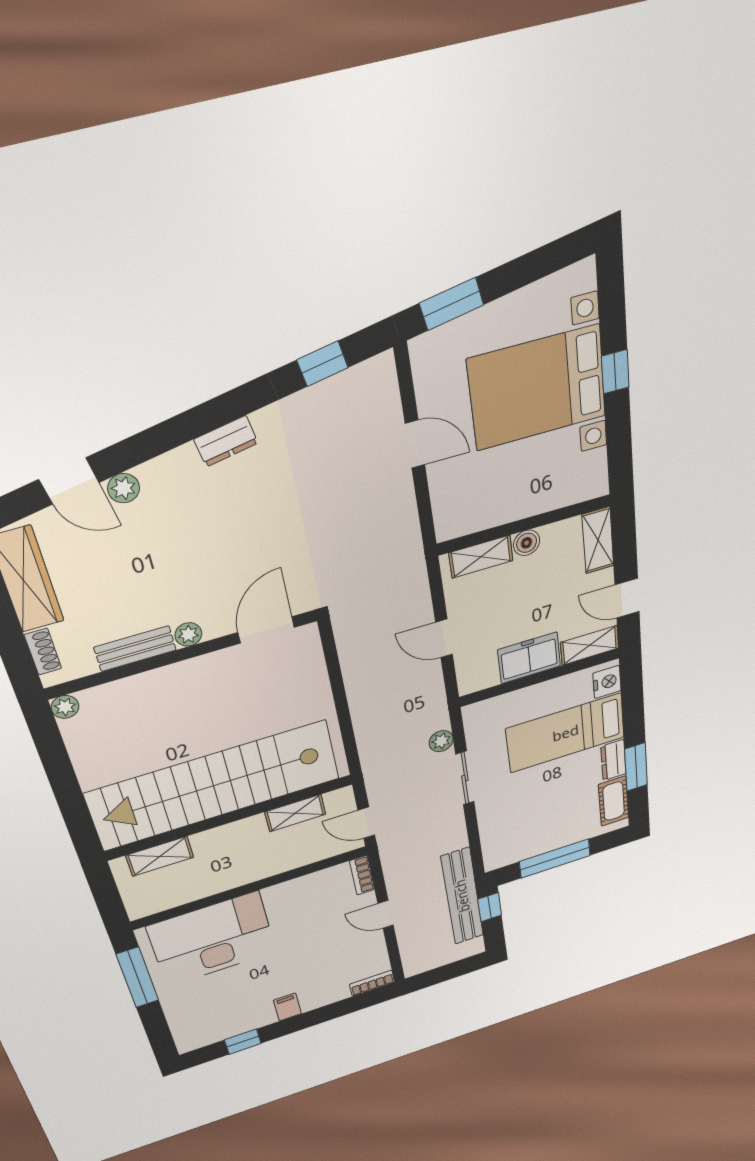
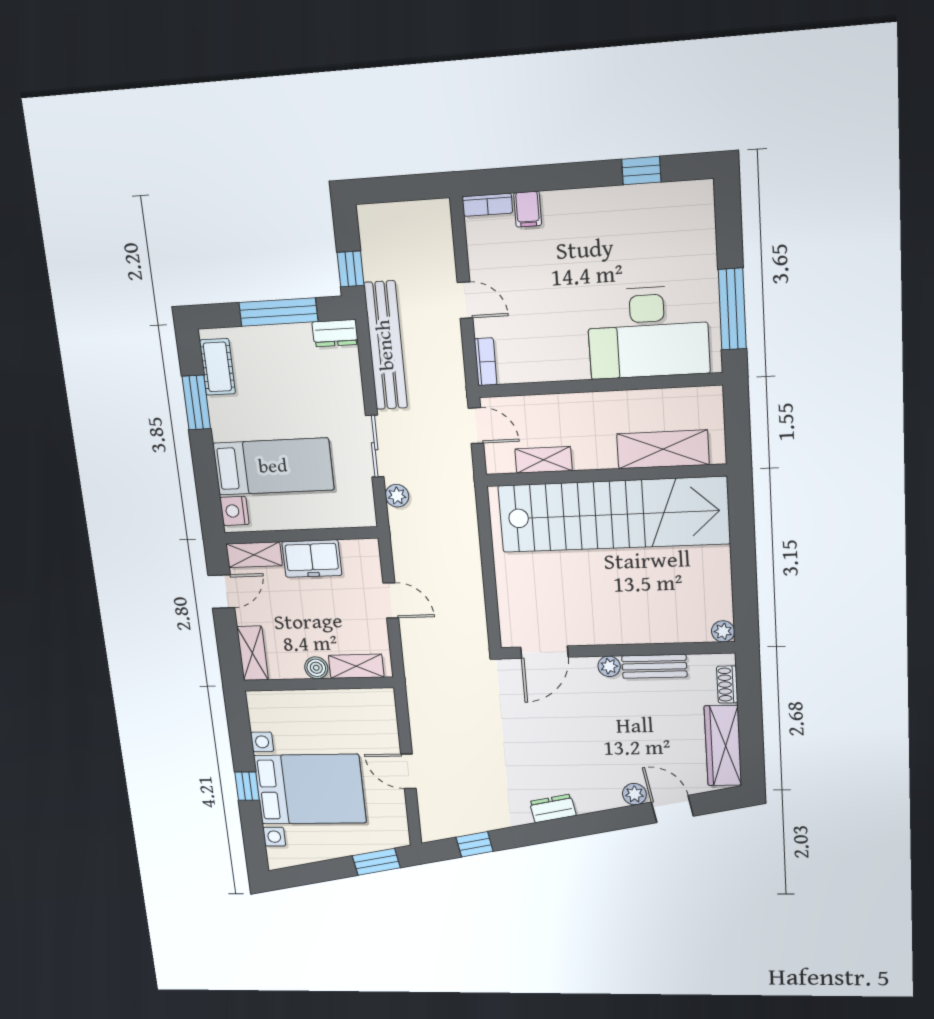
door: (627, 598) -> (221, 592), hinge flipped
dresser: (613, 760) -> (335, 333), moved, turned 90
shelving: (160, 856) -> (663, 449), width x1.50, depth x1.33
bench: (462, 896) -> (386, 345), moved
filing cabinet: (287, 1007) -> (528, 209), moved

